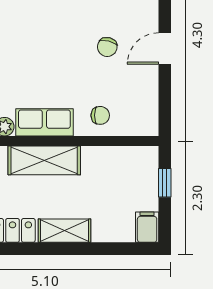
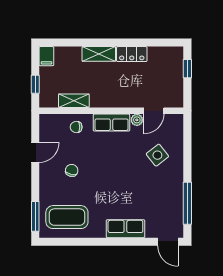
door: (165, 49) -> (35, 152), moved
shelving: (44, 160) -> (74, 101), moved, width x0.67, depth x0.75

